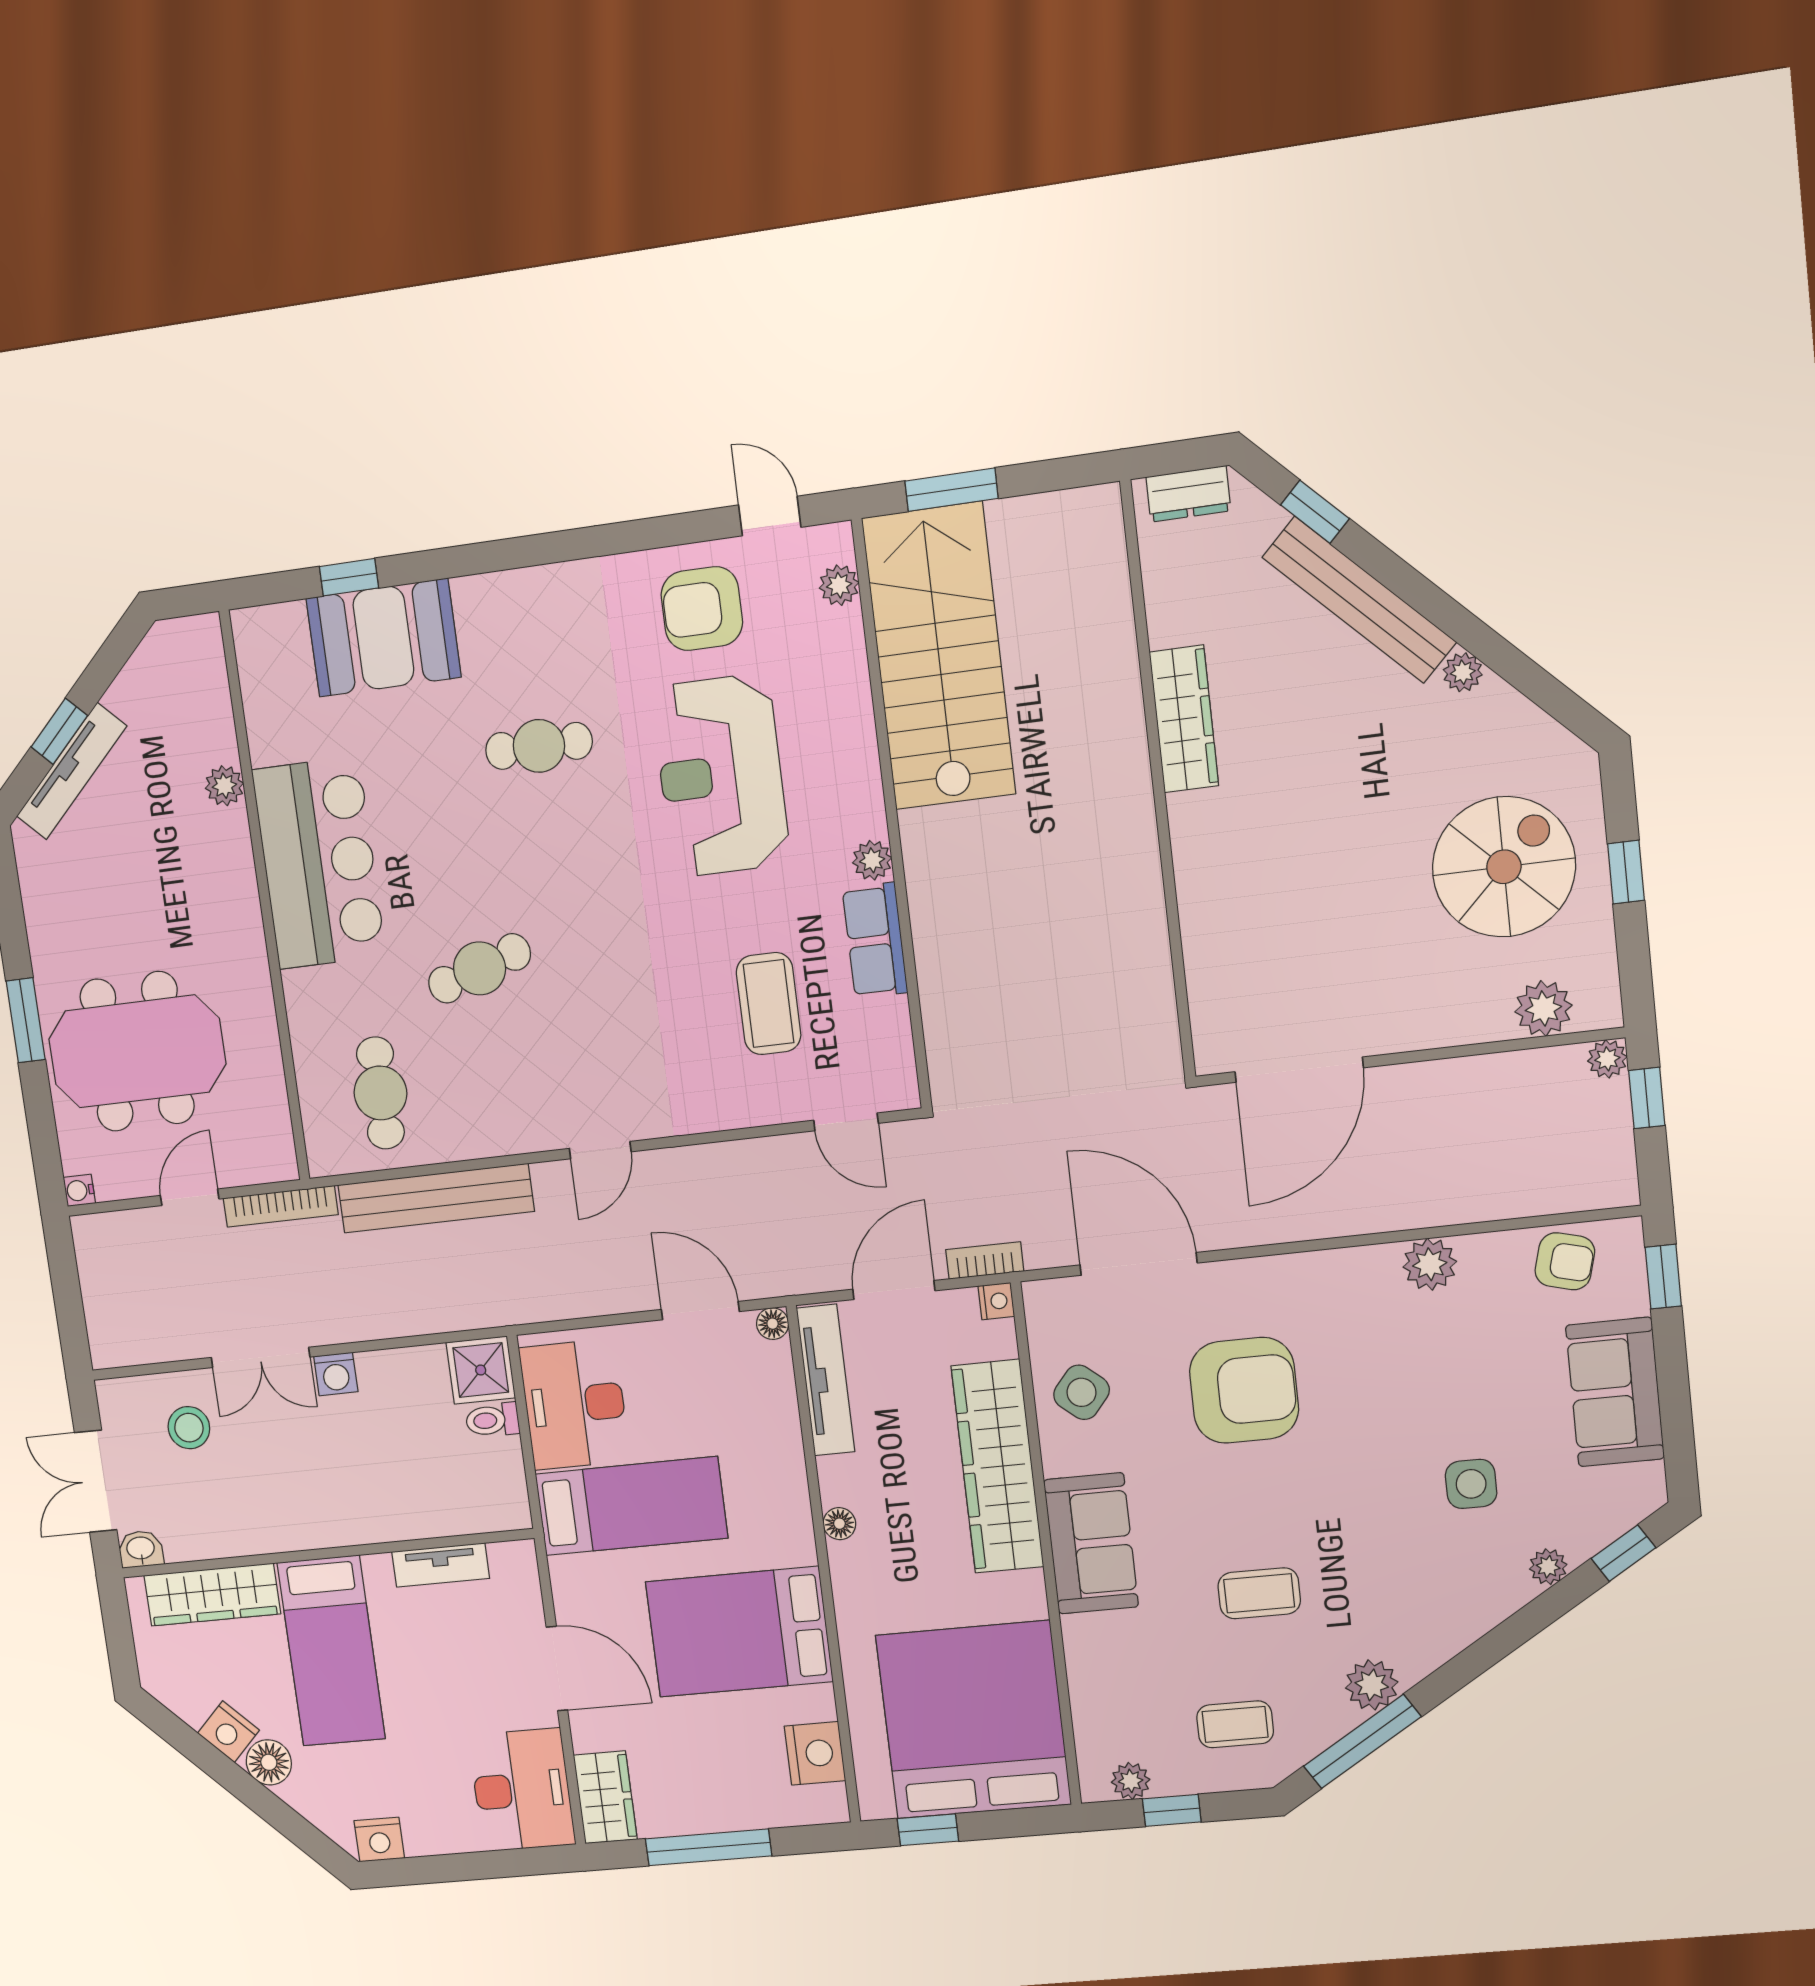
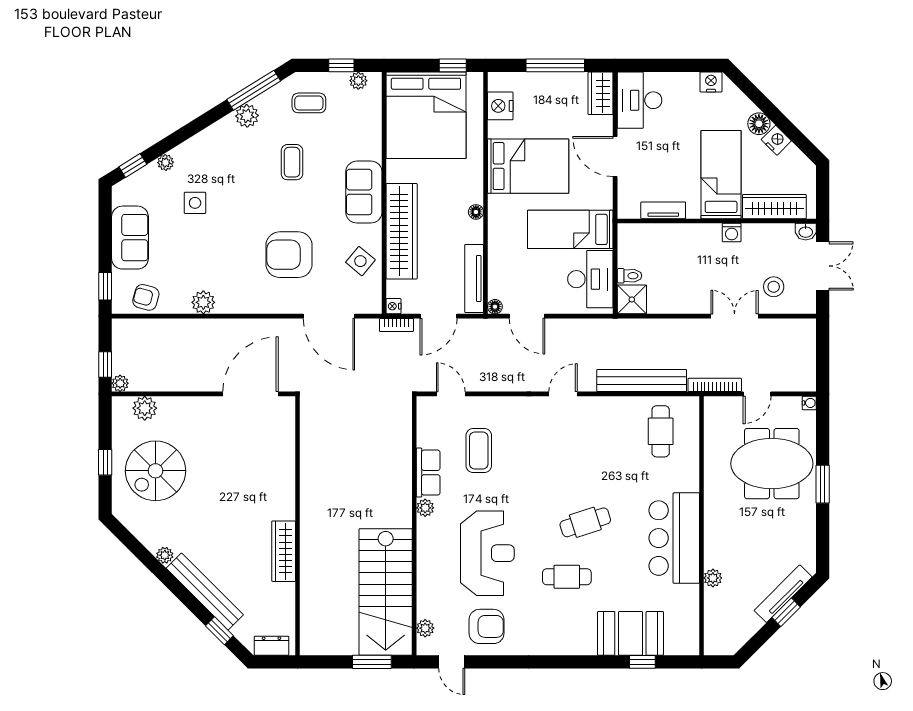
cafe table: (479, 968) -> (585, 522), moved
washing machine: (336, 1374) -> (732, 233), moved, turned 180
coffee table: (1259, 1593) -> (292, 162), turned 90

